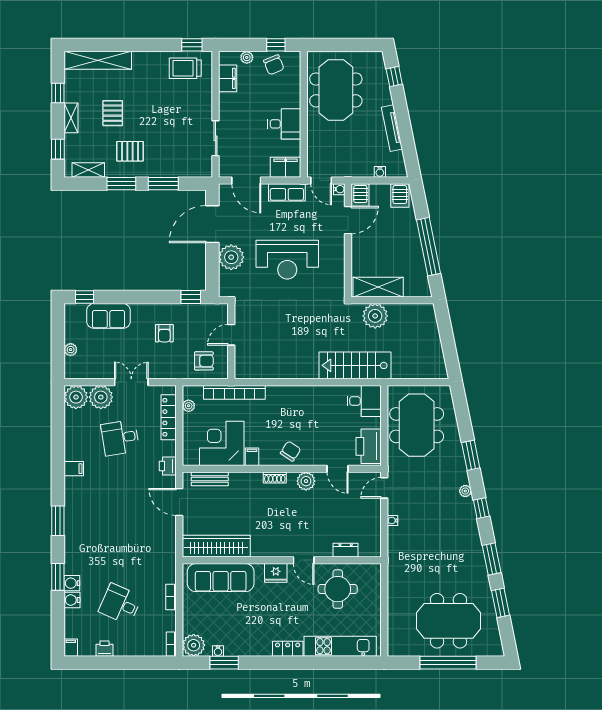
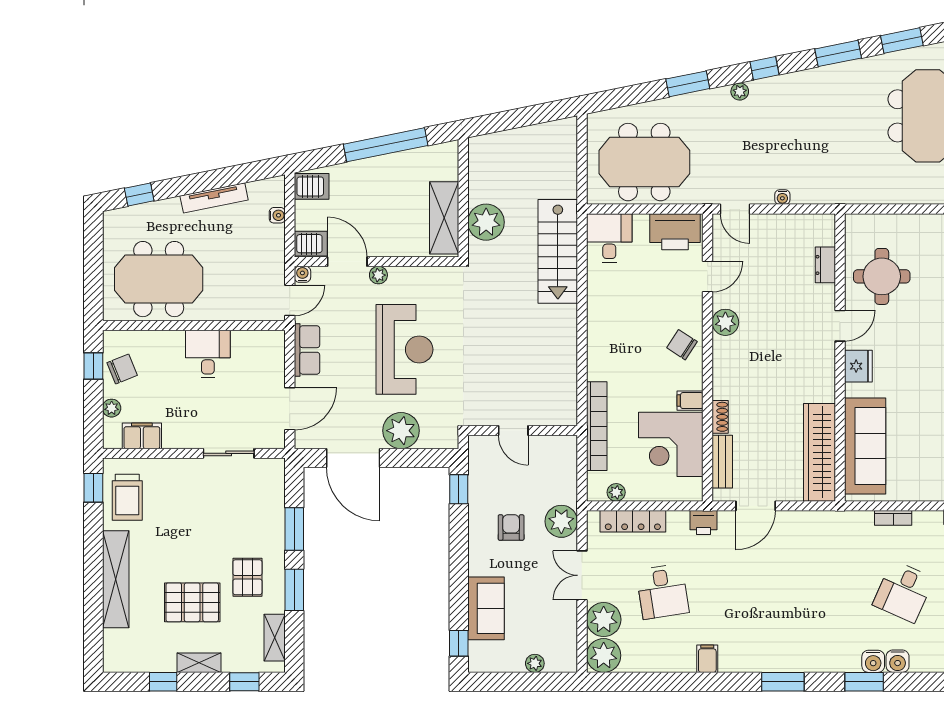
shelving: (98, 60) -> (116, 579), moved
pallet: (113, 113) -> (192, 602), width x1.50, depth x1.42
filing cabinet: (286, 167) -> (271, 352), removed
plant: (339, 242) -> (378, 275), added
armchair: (164, 333) -> (511, 527), turned -90
armchair: (204, 361) -> (551, 470), removed
plant: (169, 368) -> (561, 521), added
shoe rack: (275, 477) -> (720, 417), moved

